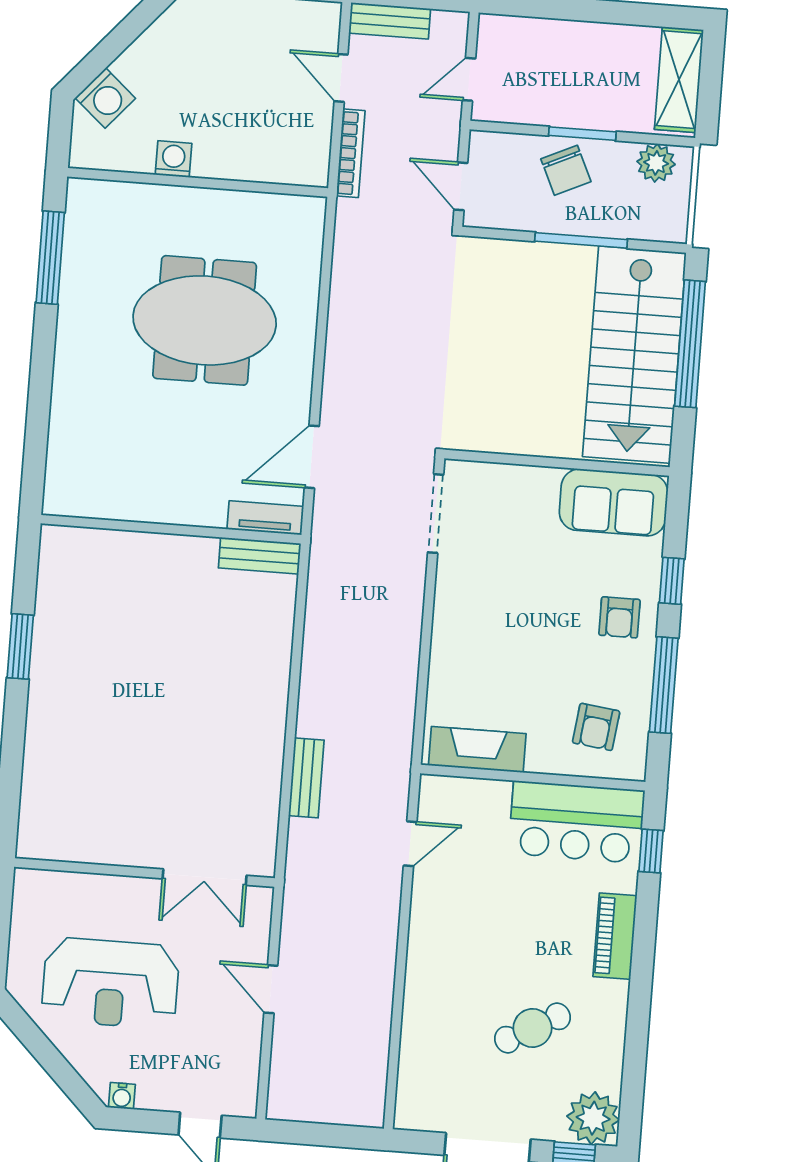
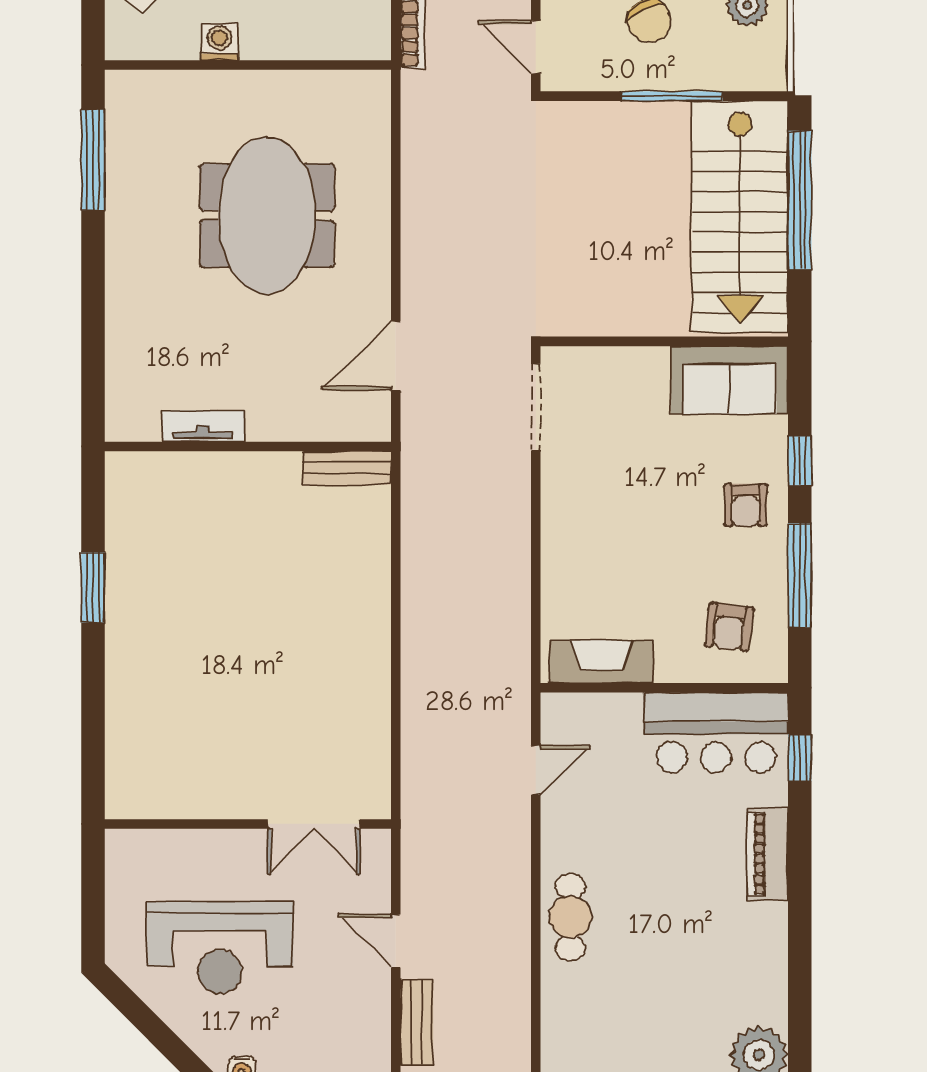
meeting table: (205, 320) -> (267, 215), turned 90
tv unit: (265, 518) -> (203, 426), moved
bench: (306, 778) -> (417, 1022), moved
cafe table: (532, 1028) -> (570, 917), moved, turned -61

